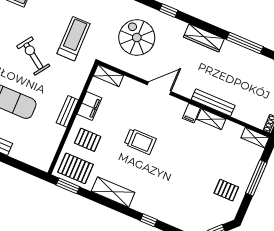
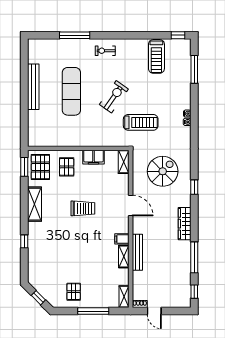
bench: (67, 111) -> (82, 142), removed
trolley: (140, 141) -> (83, 208), turned -90

